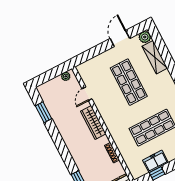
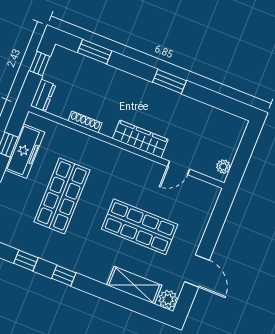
door: (87, 94) -> (179, 168), swing flipped
window: (44, 112) -> (169, 81), moved
freezer: (155, 161) -> (25, 151), width x1.40

